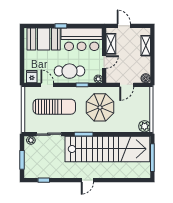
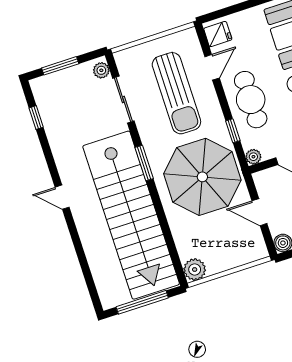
parasol: (100, 107) -> (202, 177), width x1.36, depth x1.36

